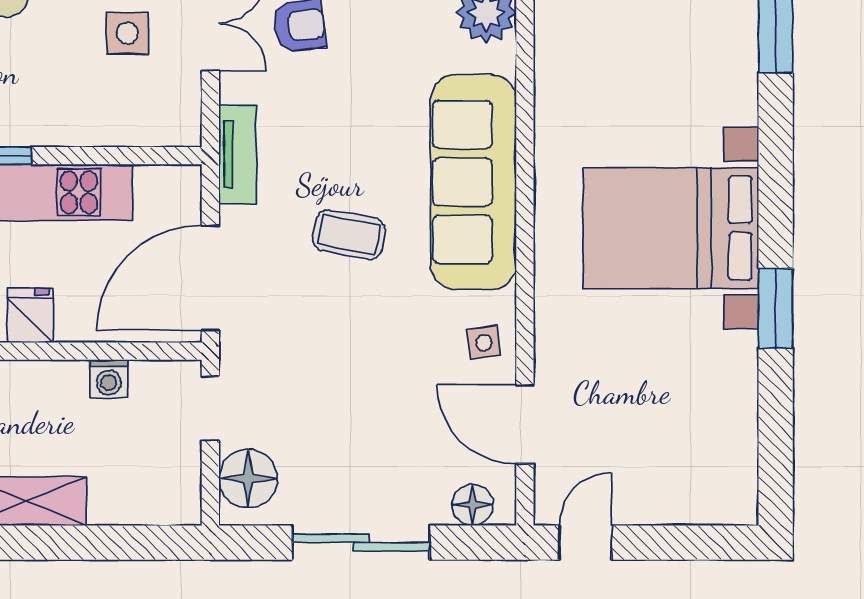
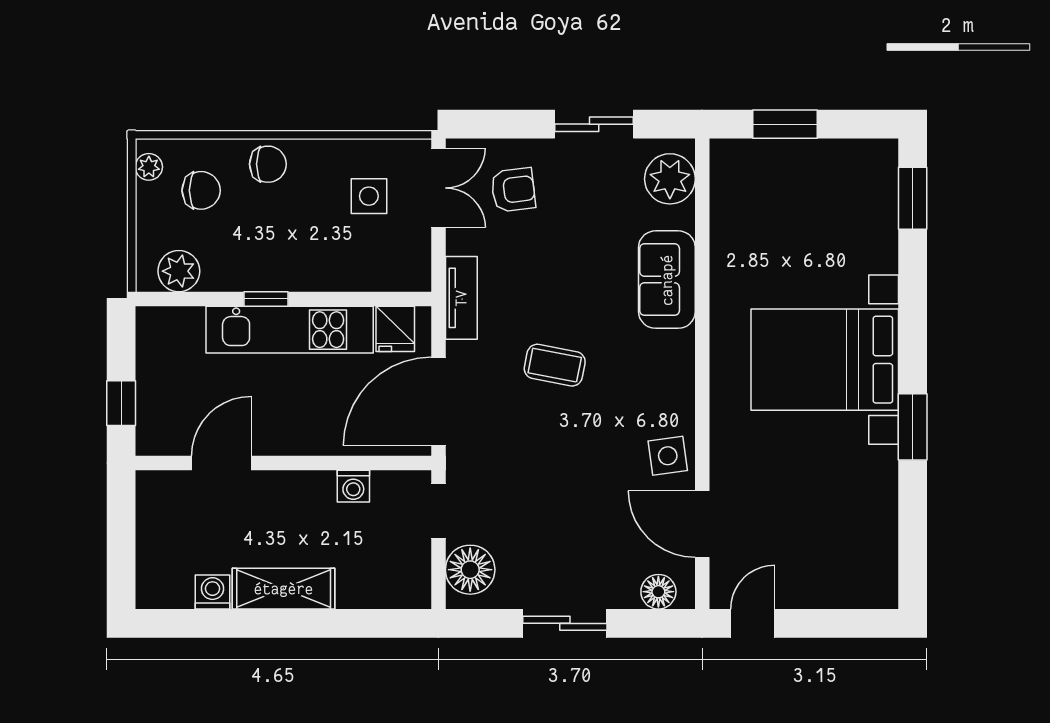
sofa: (474, 182) -> (667, 280), width x0.54, depth x0.79
fridge: (30, 316) -> (395, 329), moved, turned 180
side table: (484, 343) -> (668, 456), width x1.37, depth x1.37
sliding door: (361, 543) -> (565, 623), width x0.73

